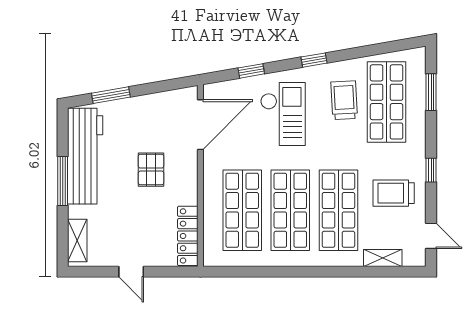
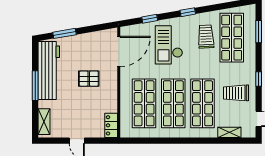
checkout: (283, 114) -> (169, 45), turned 180
pallet: (151, 170) -> (89, 79), turned 90
locker: (188, 236) -> (111, 125), width x0.66

